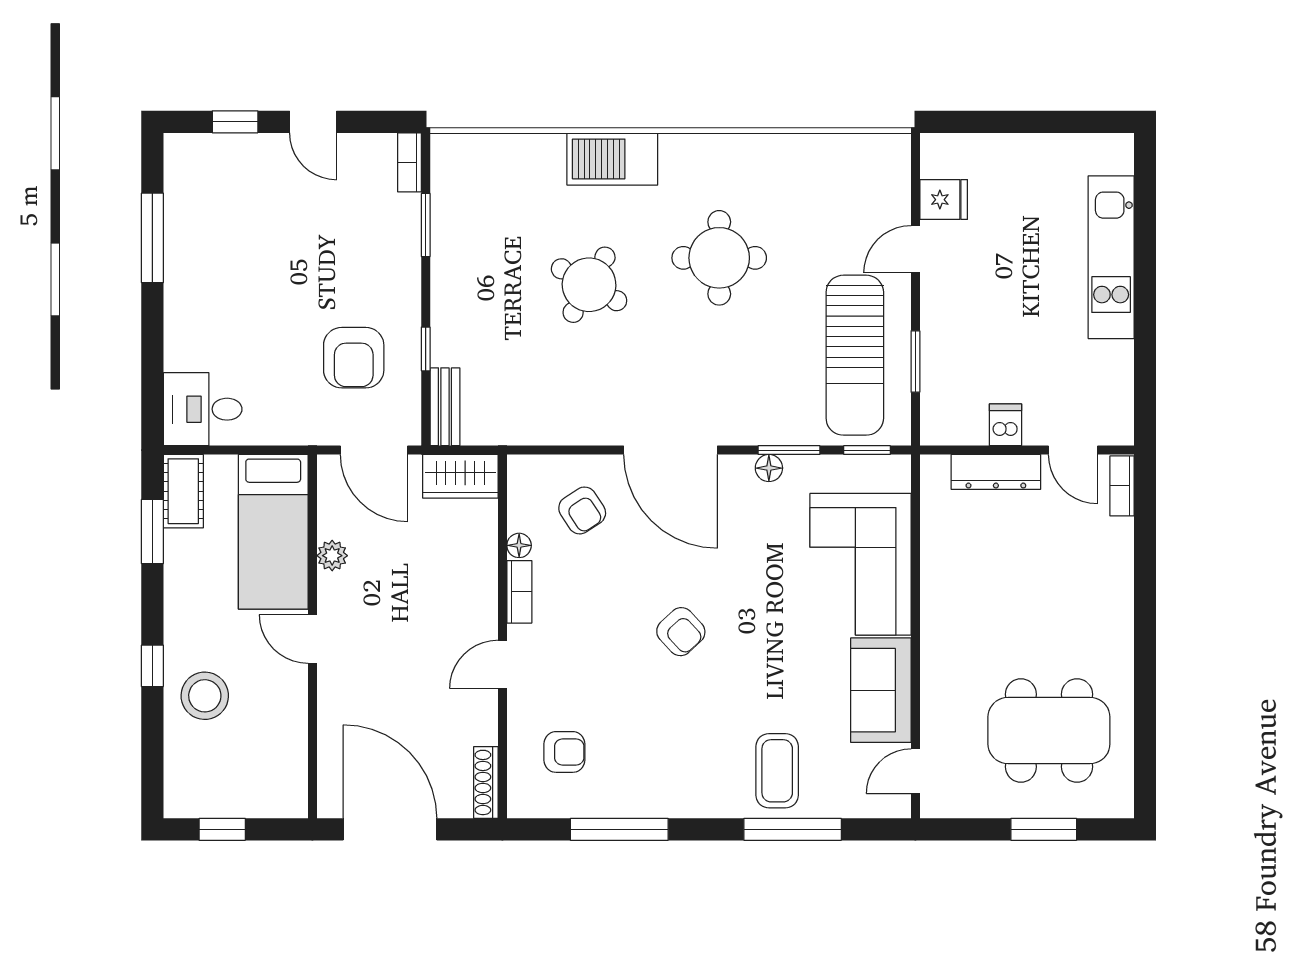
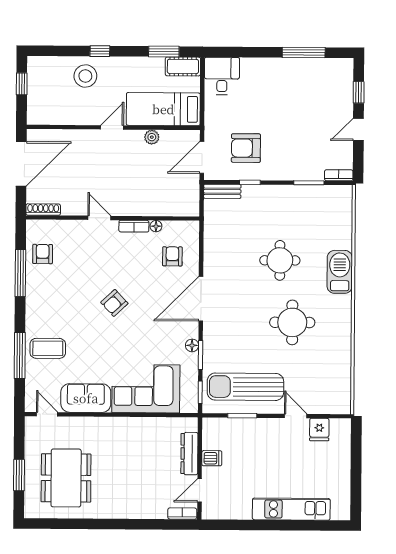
round table: (589, 285) -> (280, 260), turned -30
wardrobe: (460, 476) -> (189, 198), removed
armchair: (582, 510) -> (172, 256), turned 123
armchair: (564, 752) -> (43, 254), moved, turned 180

